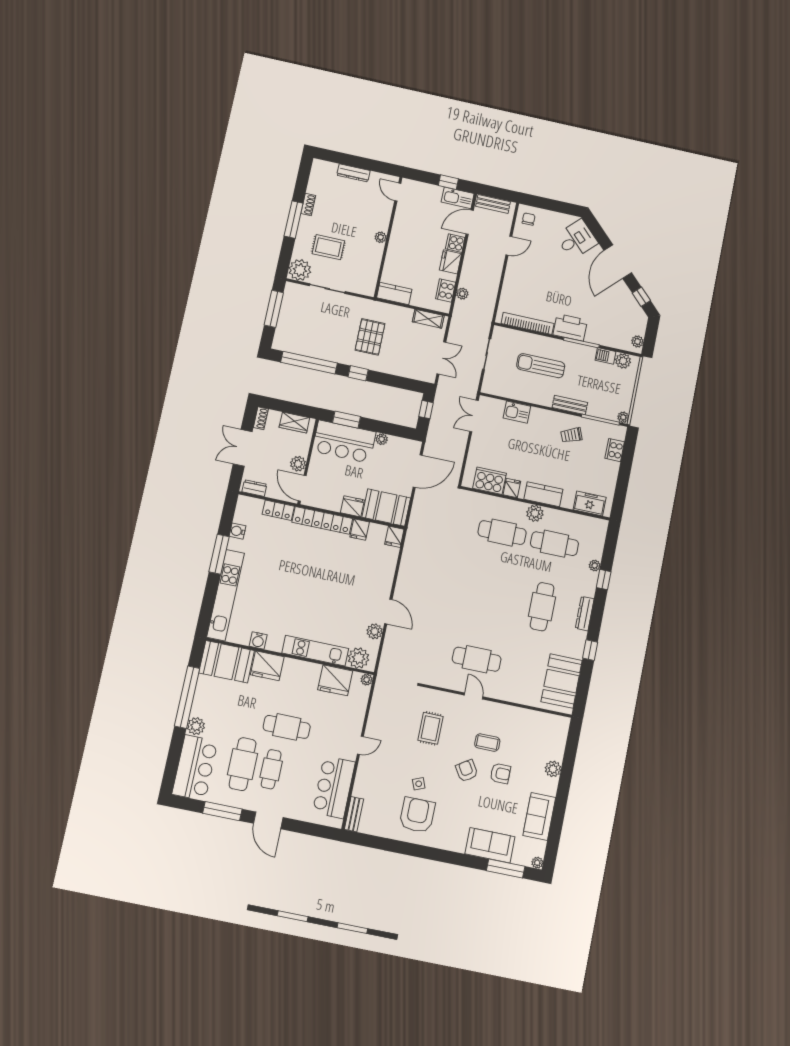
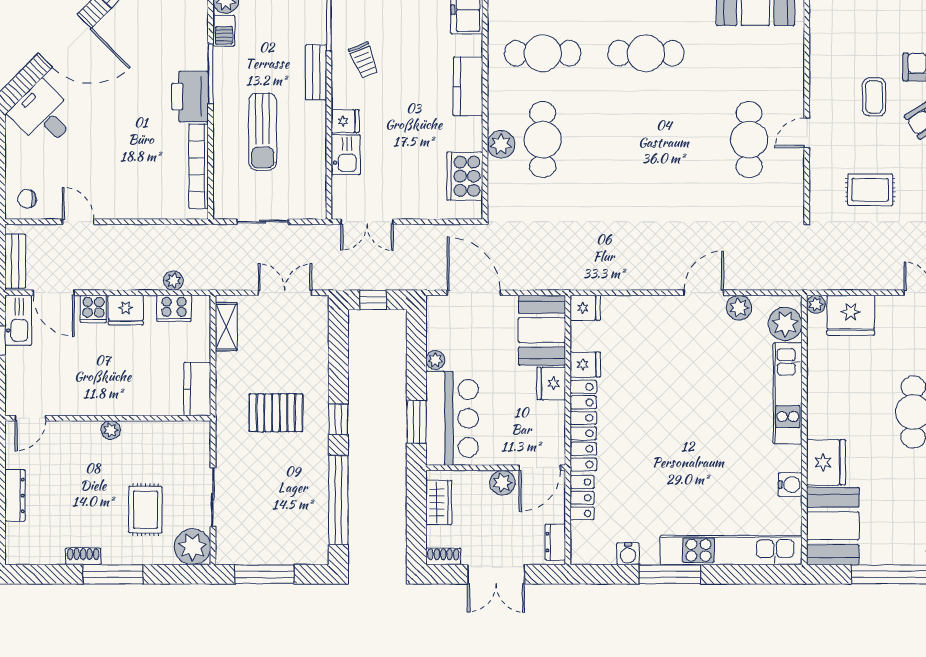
fridge: (512, 488) -> (345, 121), moved, turned 180
plant: (535, 513) -> (501, 144), moved
cafe table: (554, 544) -> (543, 53), turned 90
fridge: (335, 680) -> (851, 315), moved, turned 90

